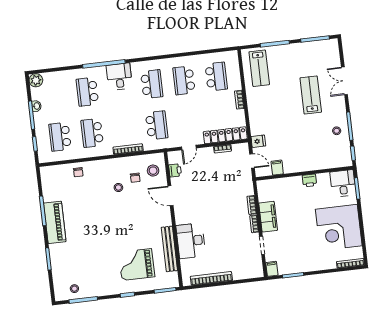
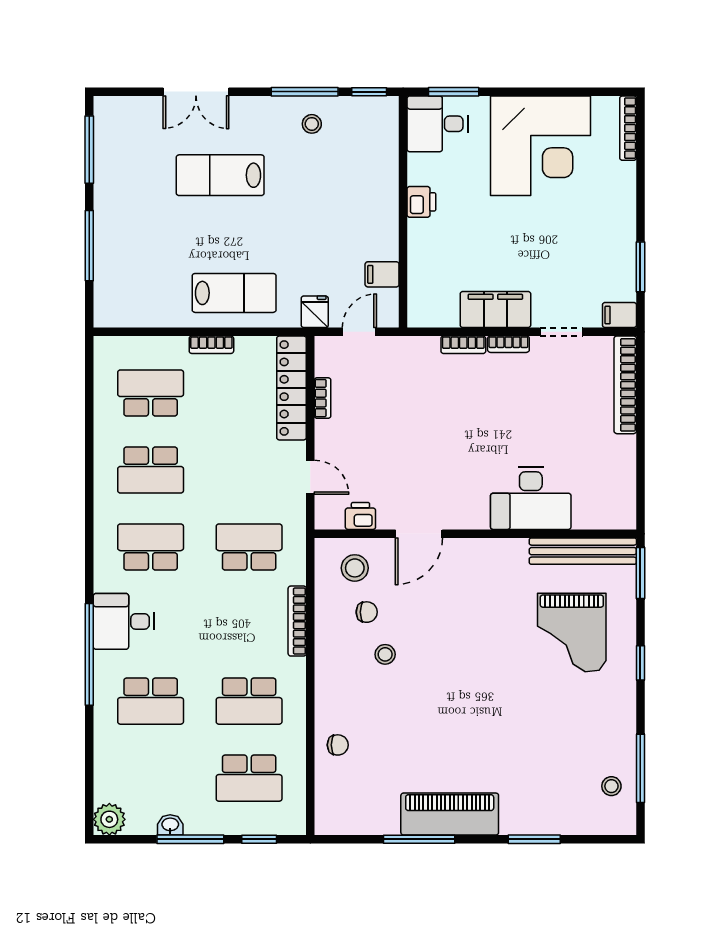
lab bench: (259, 68) -> (234, 293), moved
bench: (169, 249) -> (583, 551), moved
bookcase: (211, 278) -> (625, 385), moved

